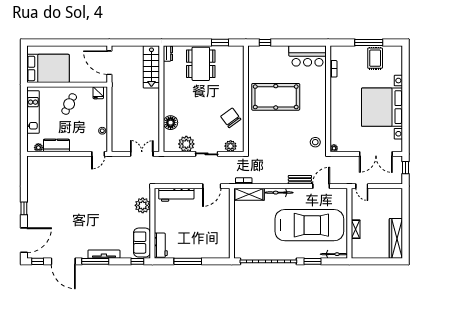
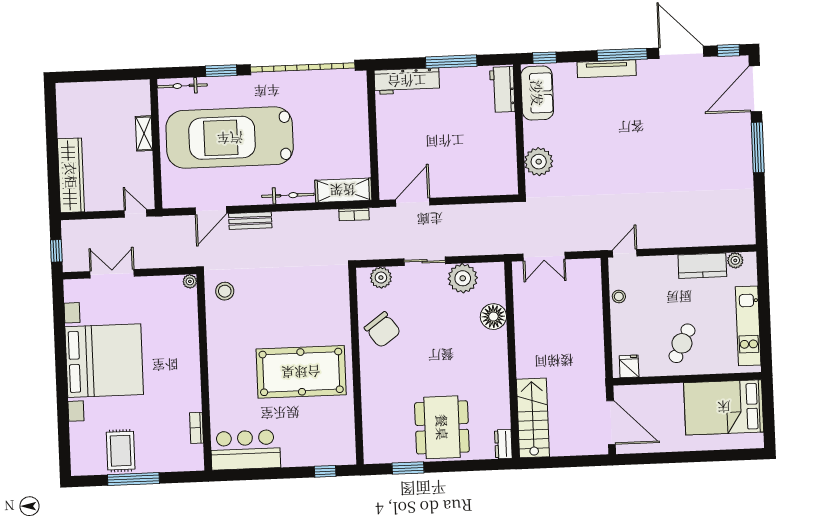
double door: (376, 154) -> (112, 274), width x0.73
workbench: (176, 195) -> (407, 81), moved, turned 180
window: (24, 208) -> (758, 147), width x2.17
wardrobe: (396, 238) -> (71, 175), moved

